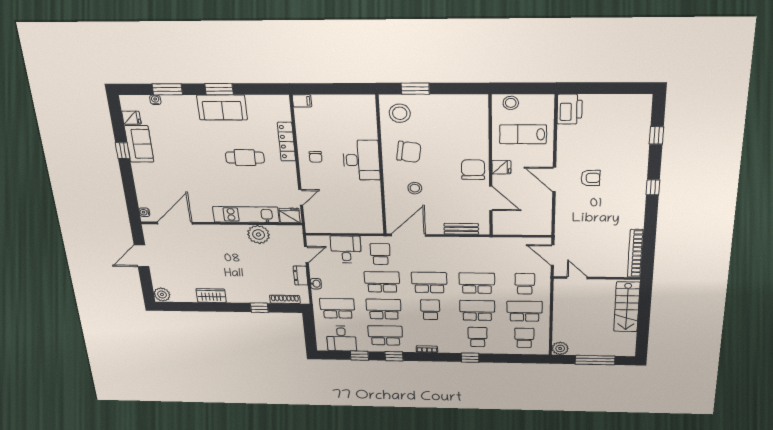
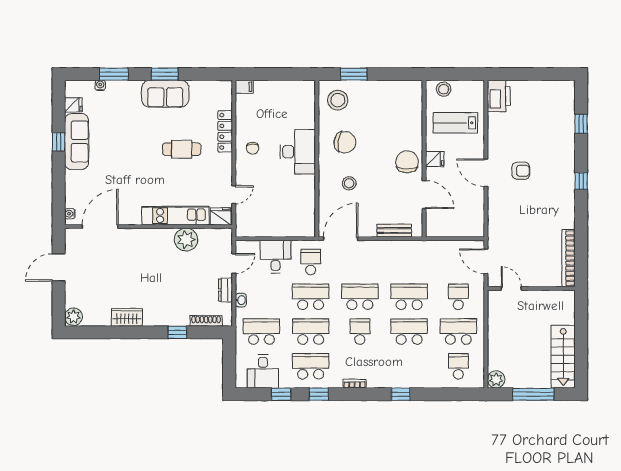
sofa: (139, 144) -> (77, 141), width x1.36
stairs: (627, 307) -> (563, 357), moved
school desk: (478, 337) -> (409, 366), removed

